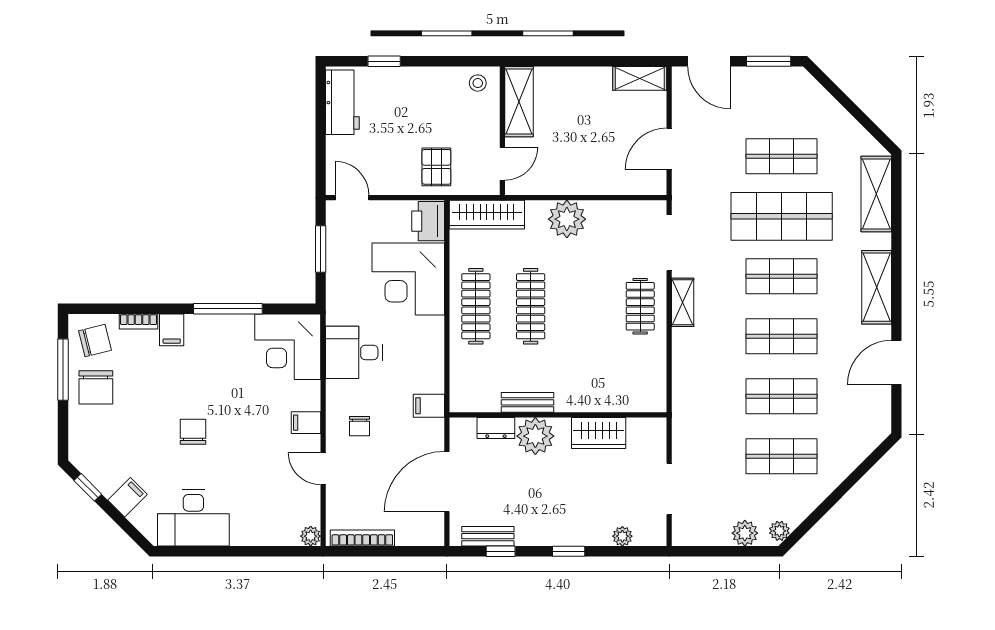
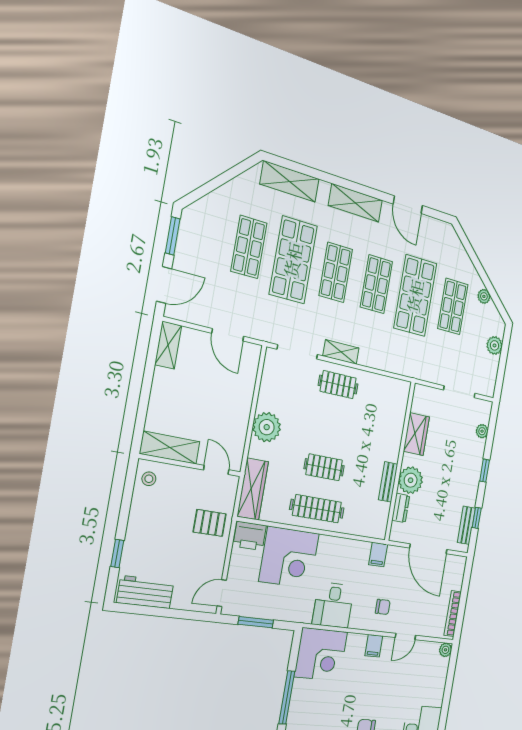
clothes rail: (531, 306) -> (324, 467), width x0.73
shop shelf: (782, 396) -> (415, 296), width x1.43, depth x1.36
plant: (779, 531) -> (484, 296), moved

